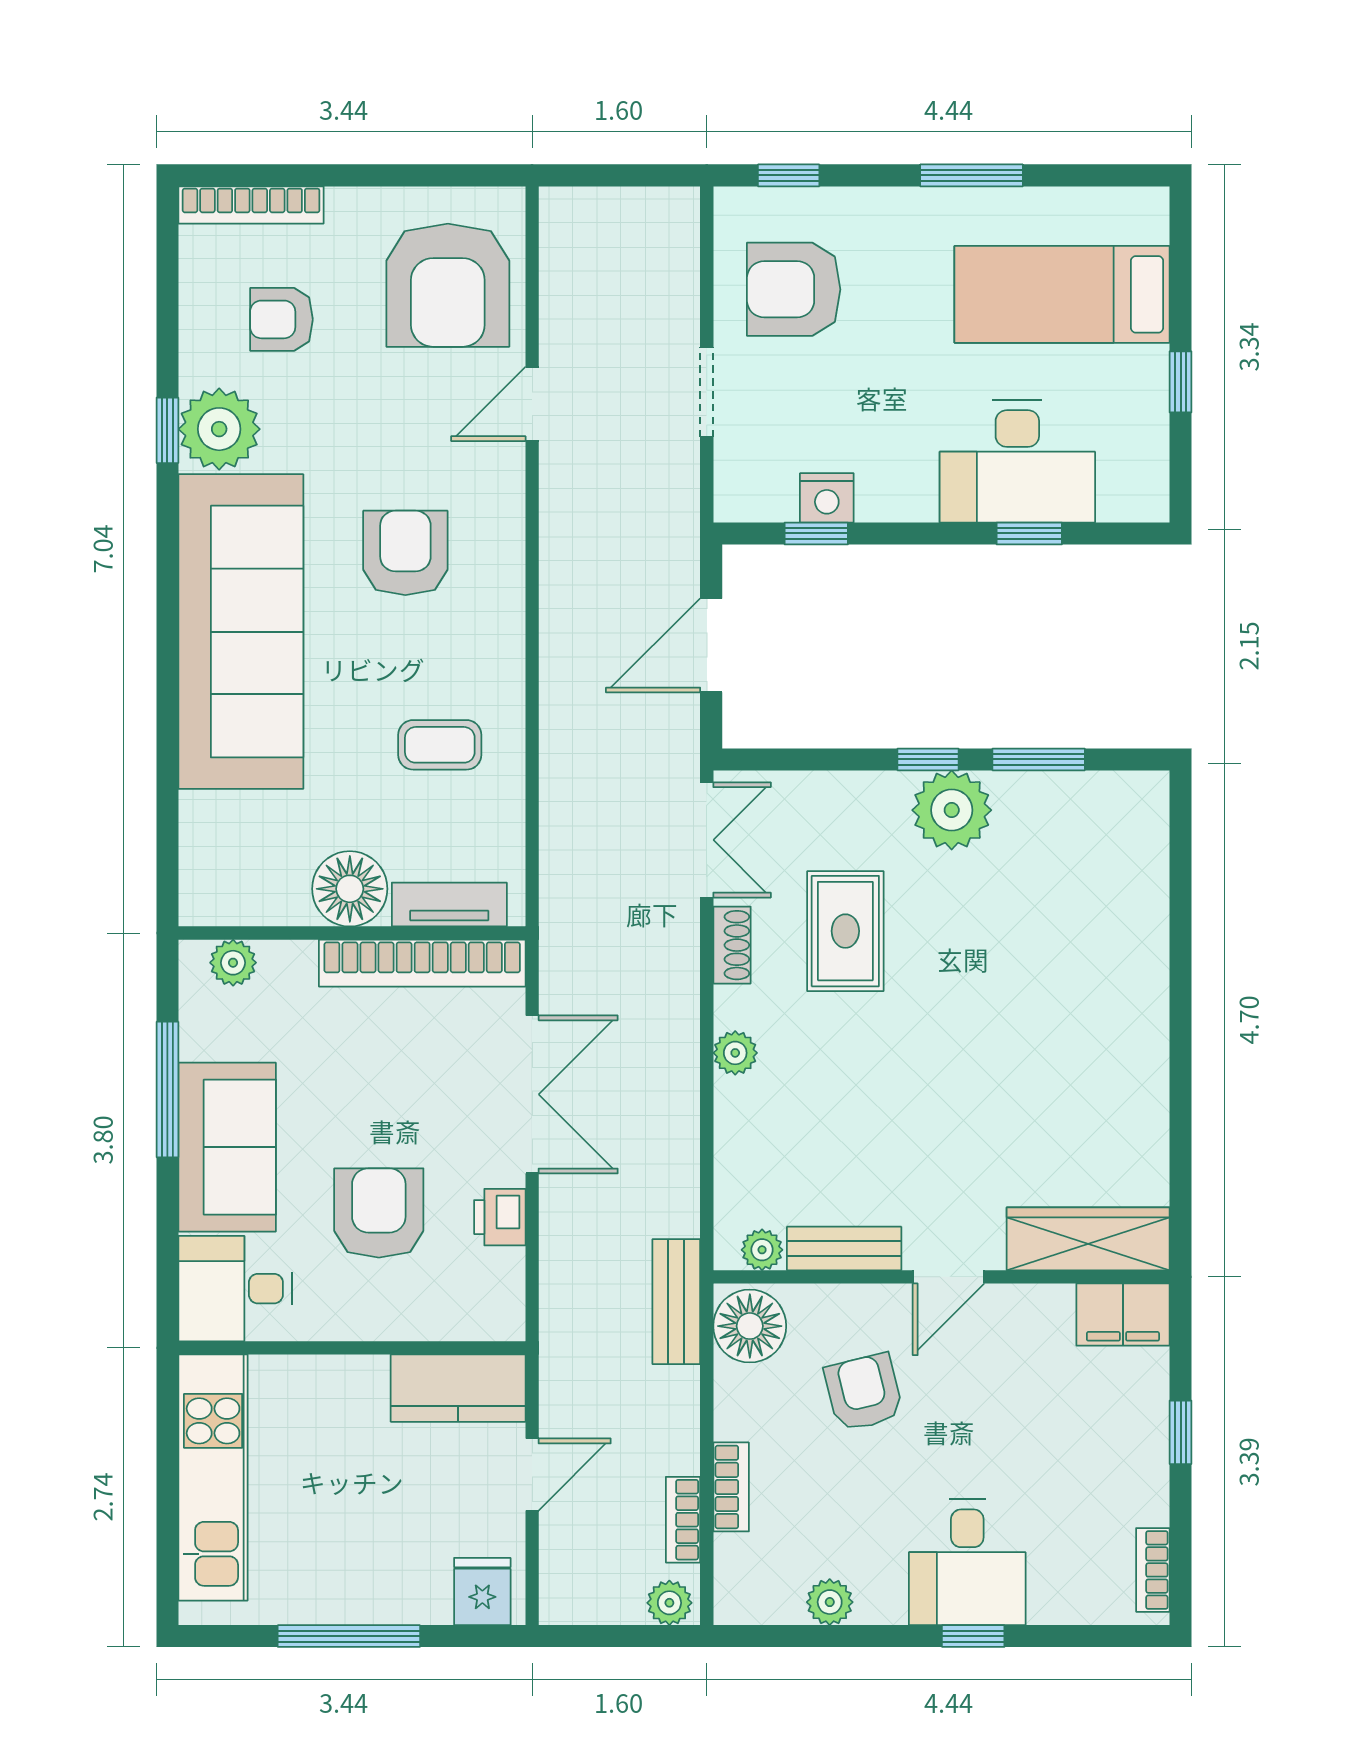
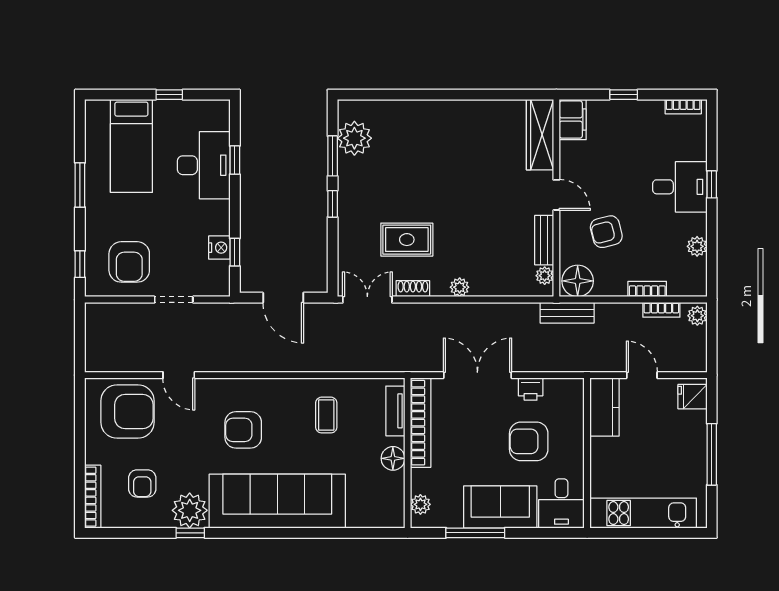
plant: (952, 810) -> (354, 138), moved
floor lamp: (350, 889) -> (393, 458), width x0.73, depth x0.73

